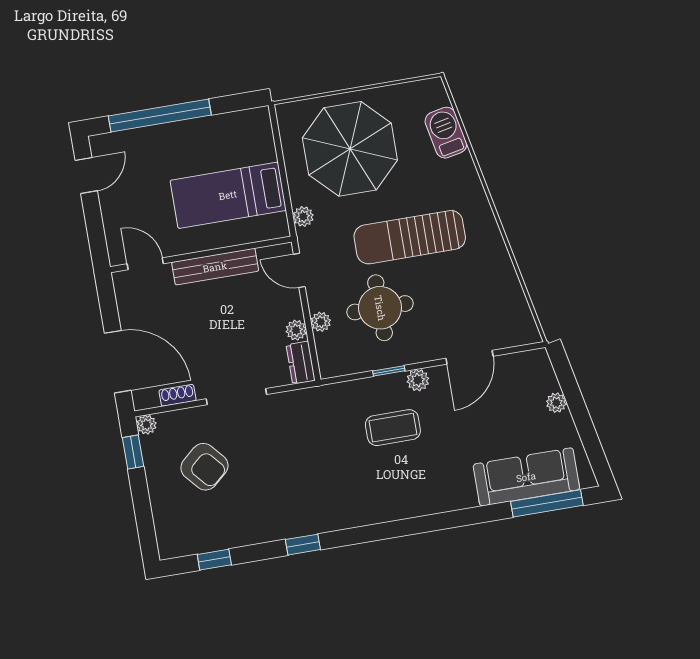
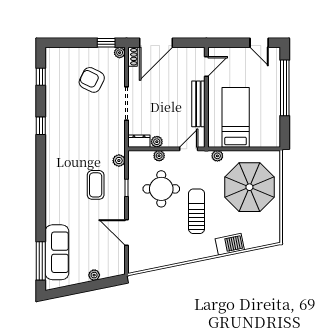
barbecue: (446, 133) -> (230, 244), moved
sun lounger: (410, 237) -> (197, 211), width x0.73, depth x0.75
plant: (418, 380) -> (119, 161), moved
shoe rack: (178, 395) -> (133, 57), moved
armchair: (204, 467) -> (92, 80), turned 67

